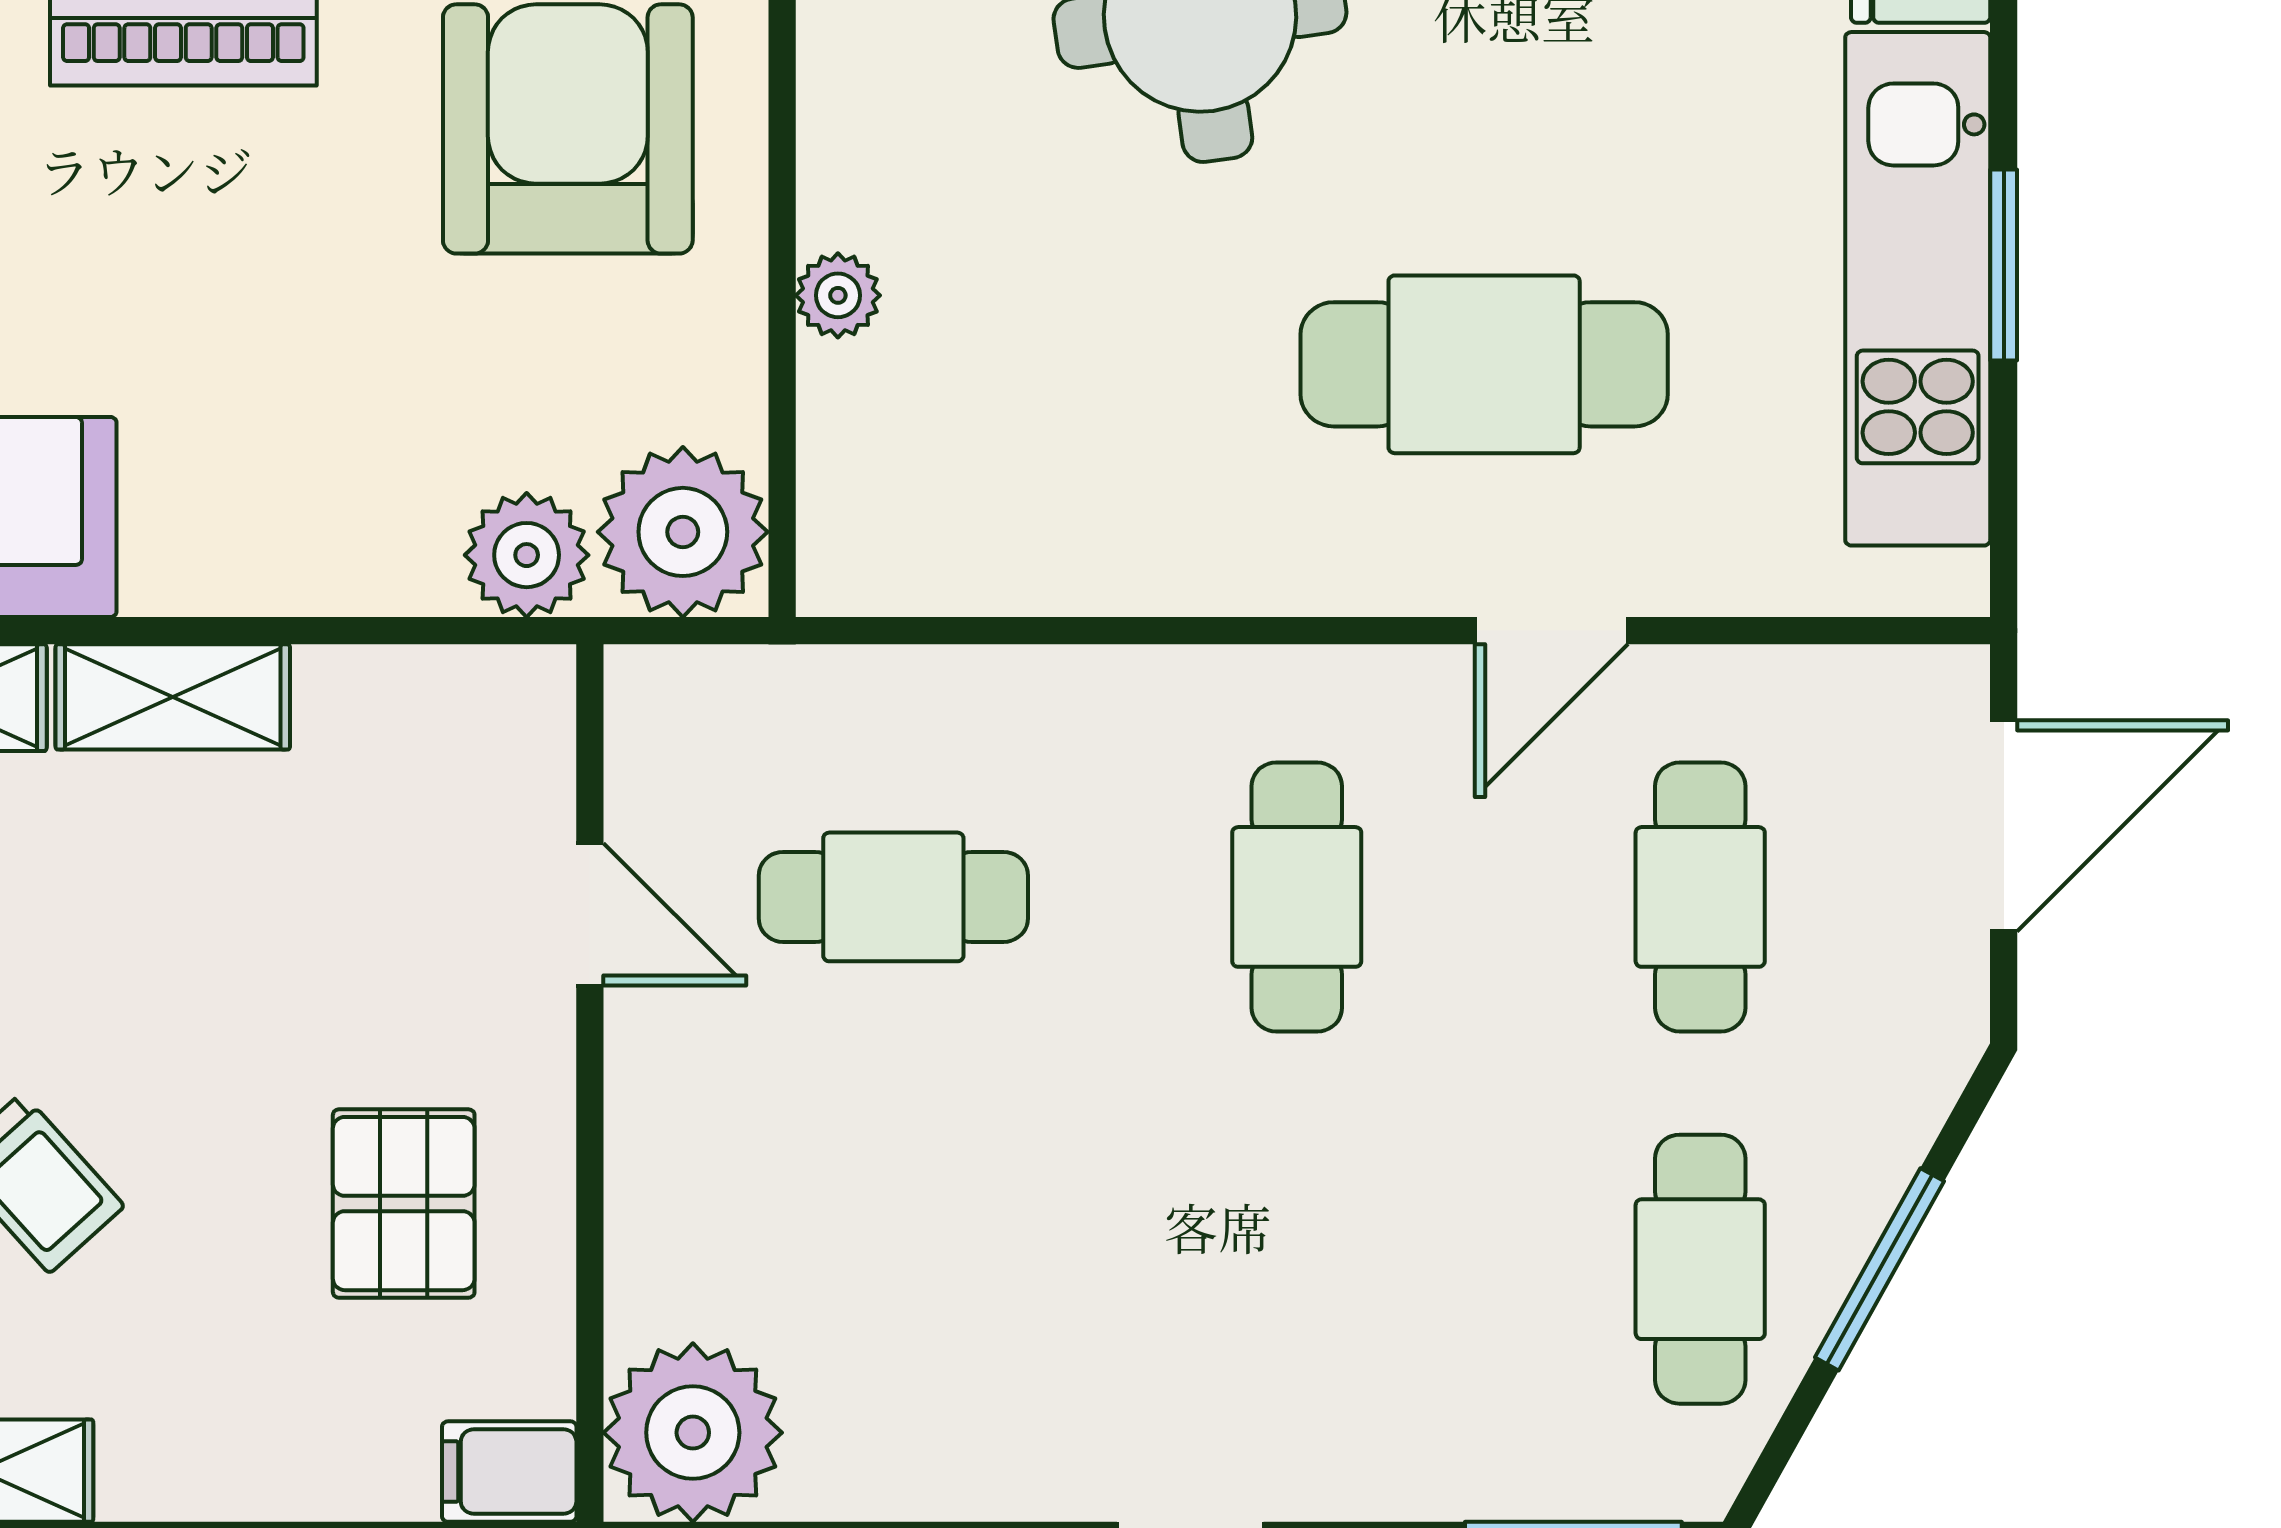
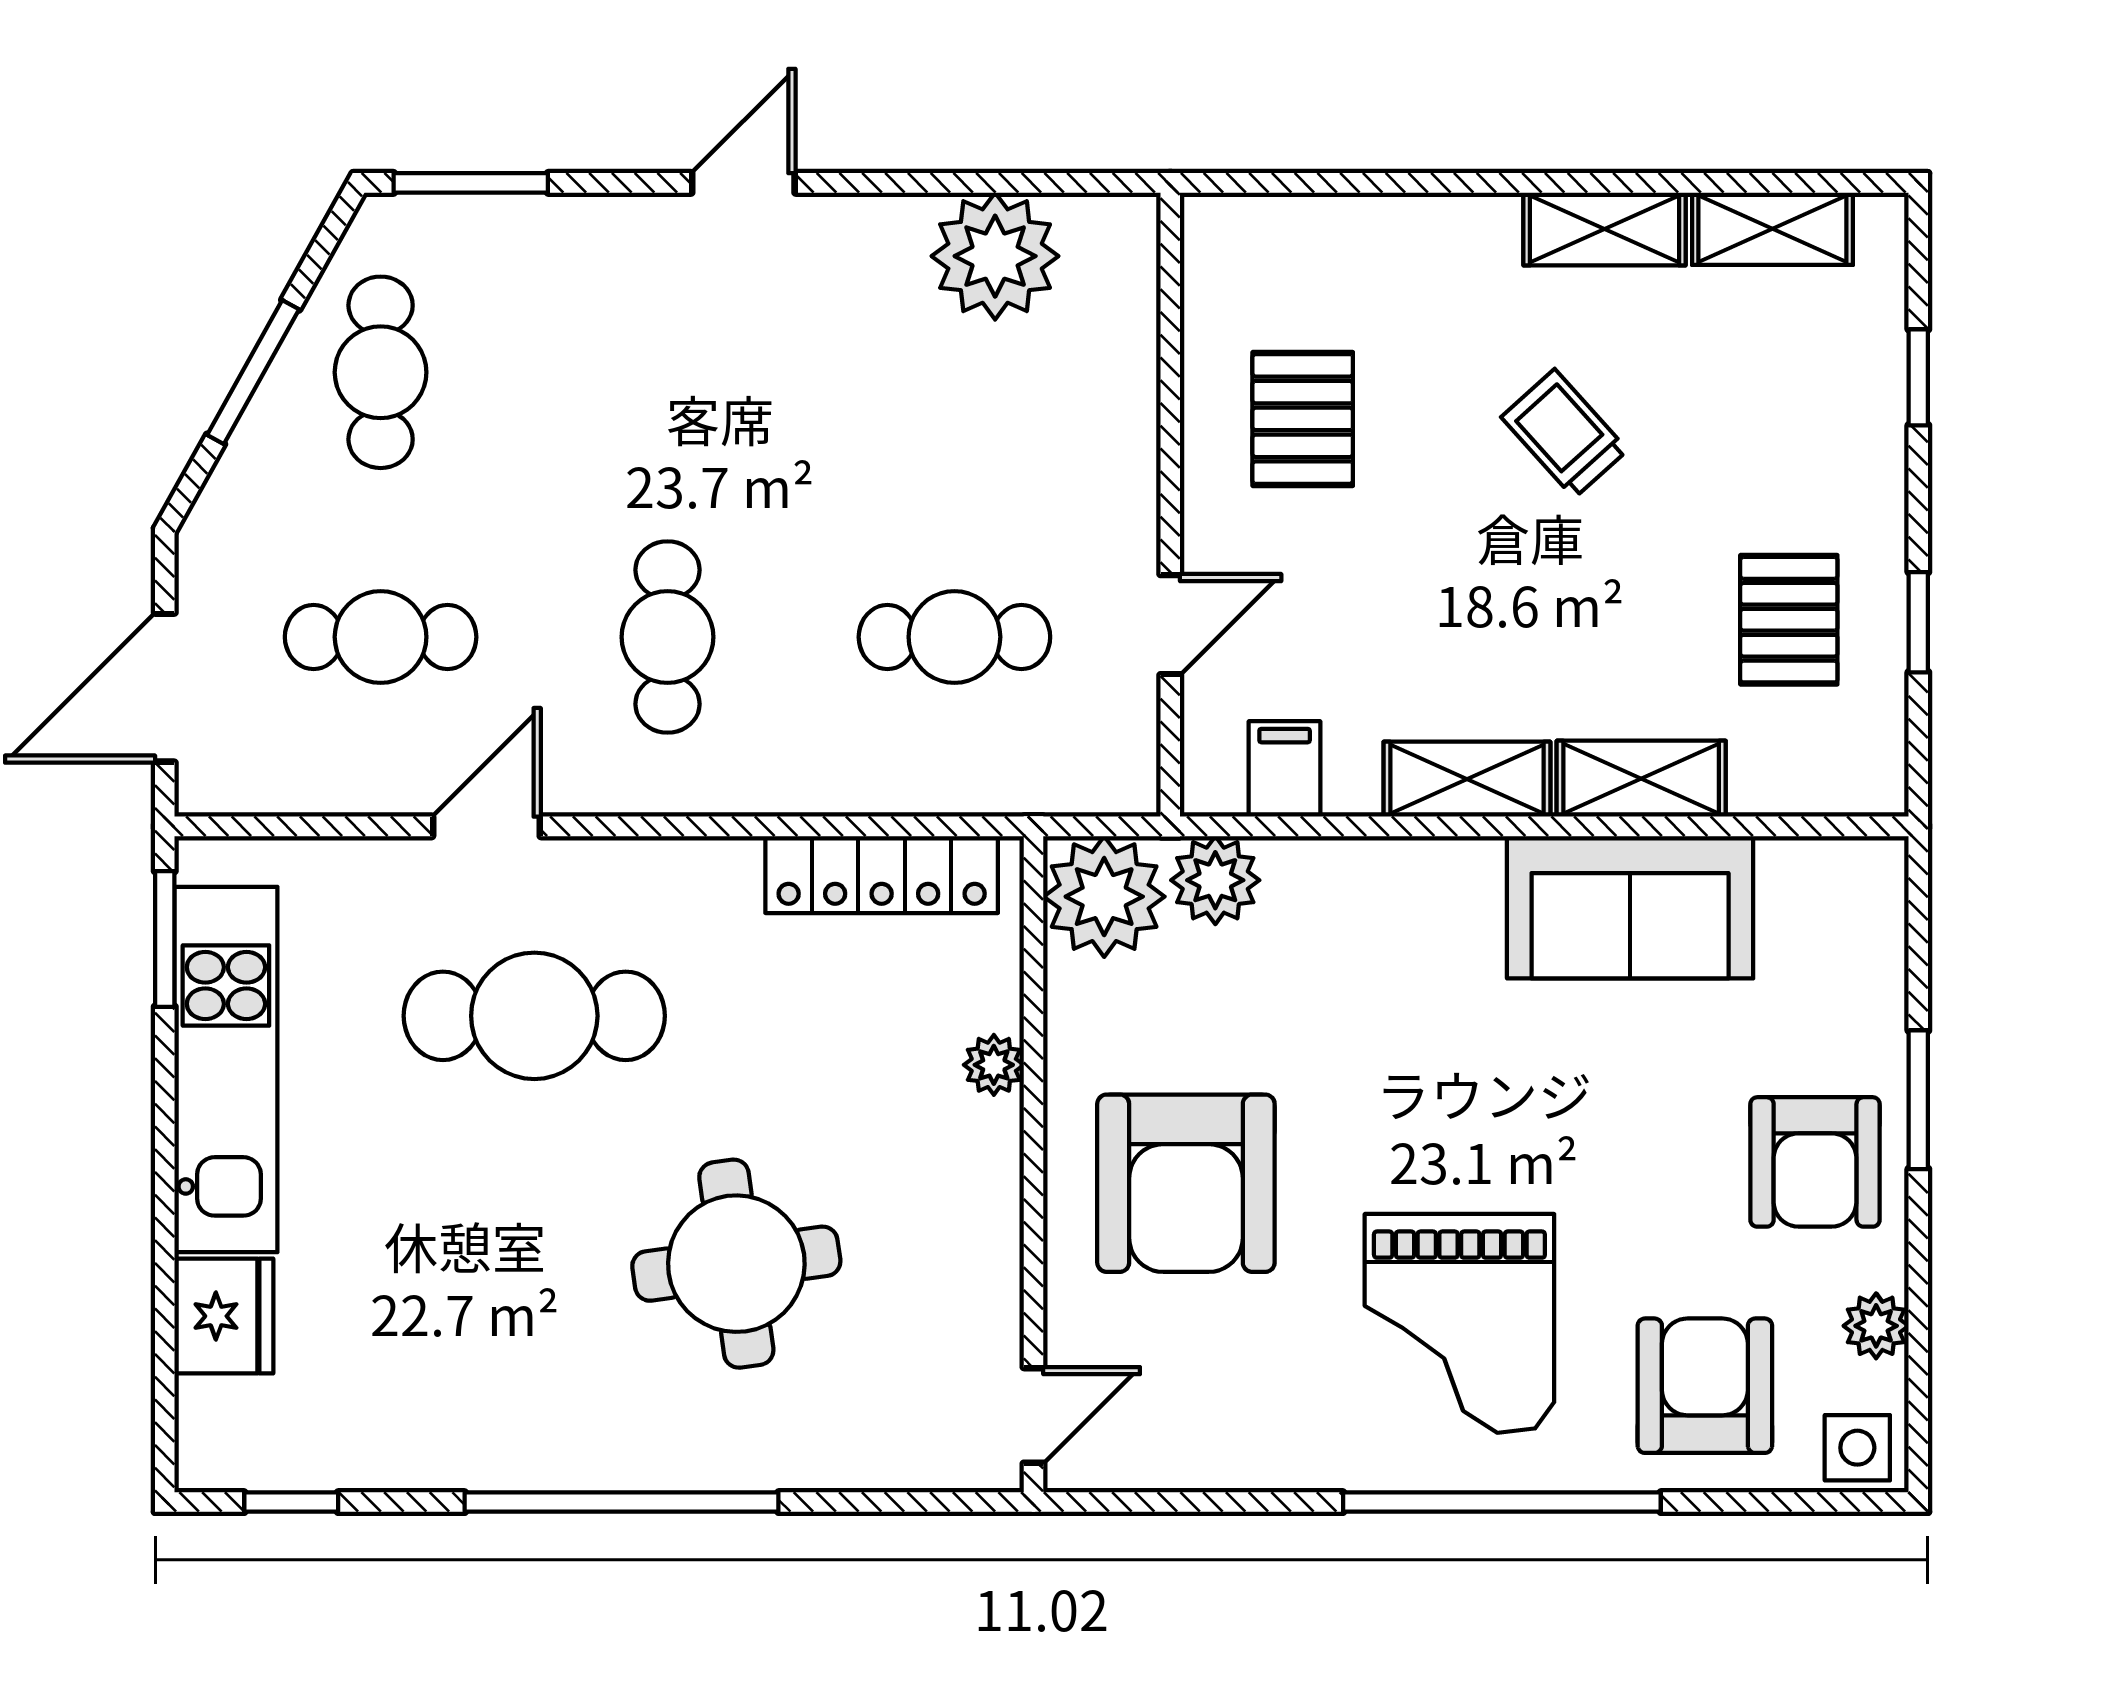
window: (2004, 265) -> (165, 939), moved
locker: (996, 563) -> (882, 875), added
cafe table: (1700, 897) -> (381, 637), turned 90
door: (590, 914) -> (1170, 625), swing flipped
plant: (693, 1433) -> (995, 256), moved
filing cabinet: (509, 1472) -> (1285, 769), moved, turned -90

